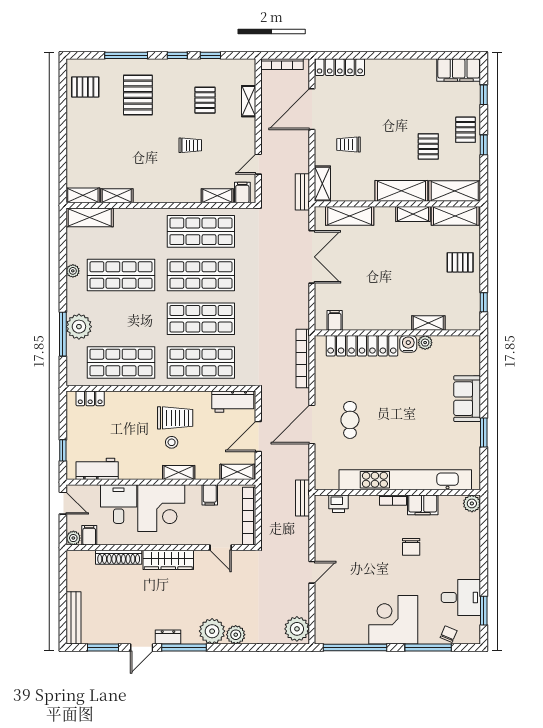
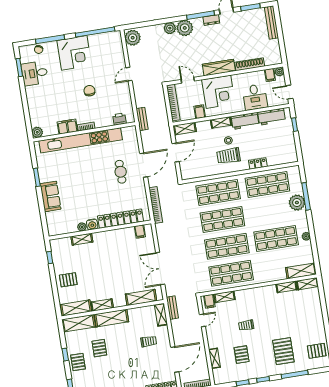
locker: (90, 398) -> (258, 163), moved
workbench: (233, 402) -> (245, 121), moved, turned 180
corner desk: (161, 508) -> (218, 92), moved, turned 180
chair: (411, 547) -> (89, 91), moved

